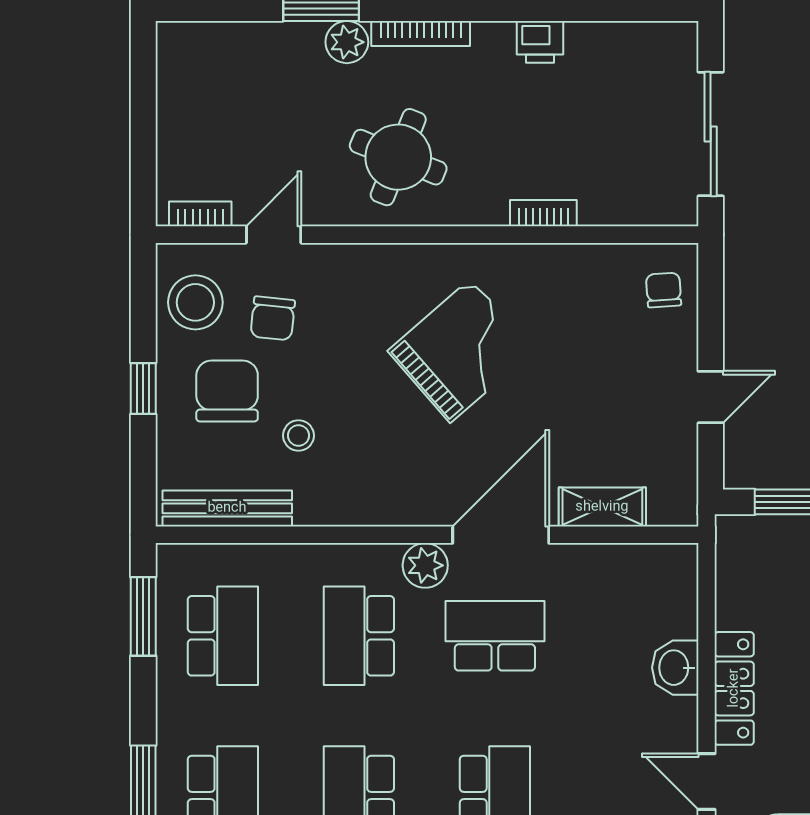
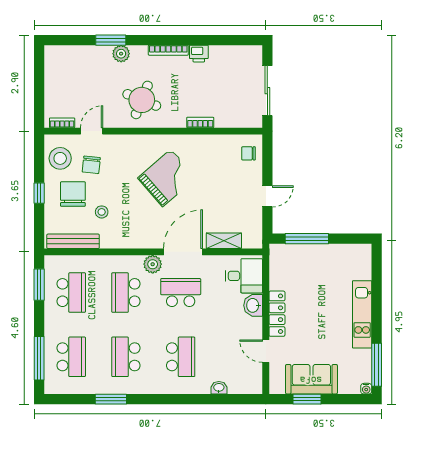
bookcase: (421, 33) -> (168, 50), moved
chair: (664, 290) -> (249, 153), turned -86
desk: (652, 594) -> (244, 276), added

